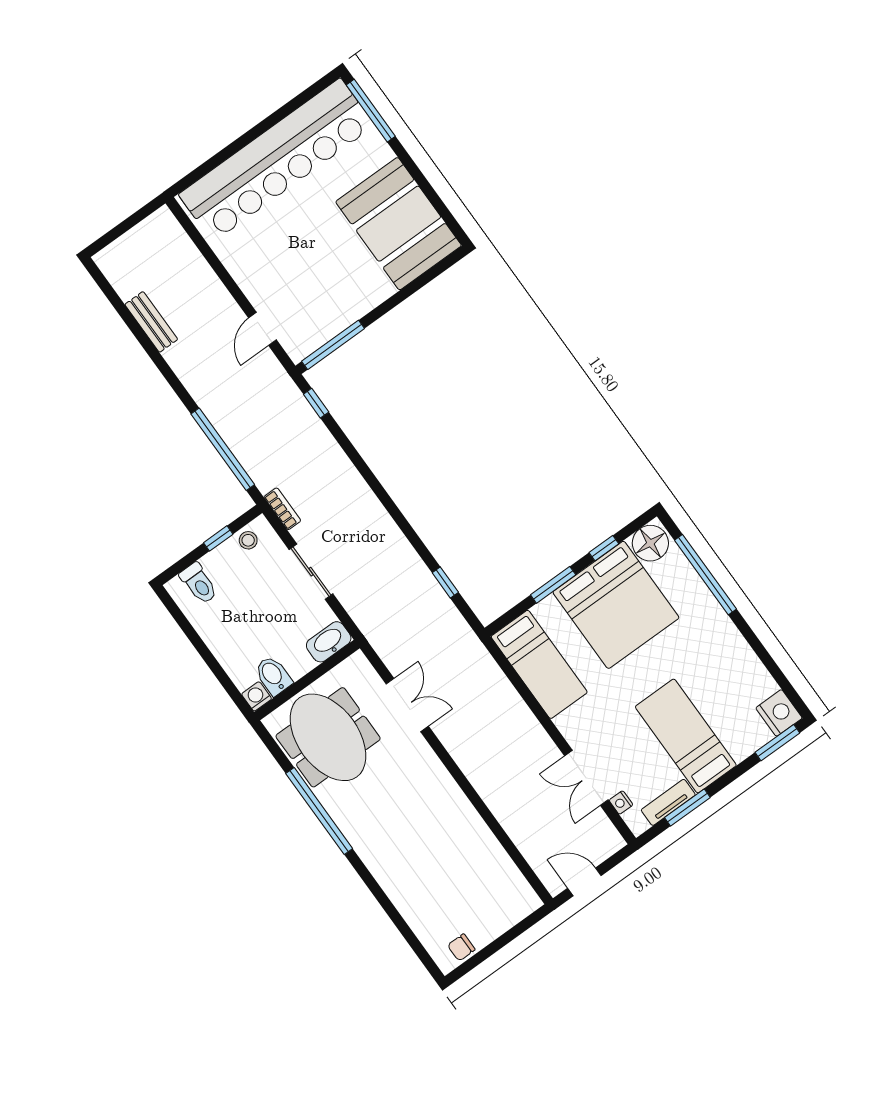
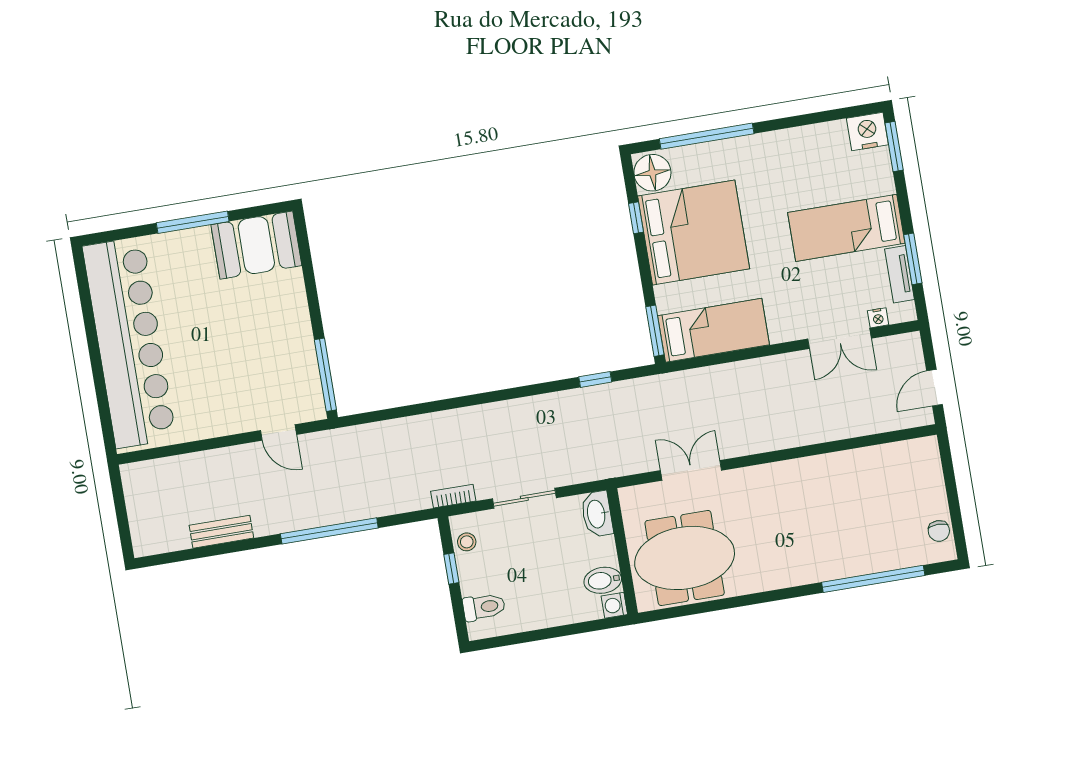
window: (371, 111) -> (193, 222), moved
booth: (399, 224) -> (256, 245), width x0.73, depth x0.70
window: (316, 403) -> (371, 417), removed
window: (223, 449) -> (329, 531), moved
window: (553, 585) -> (655, 331), moved
window: (319, 811) -> (873, 579), moved

